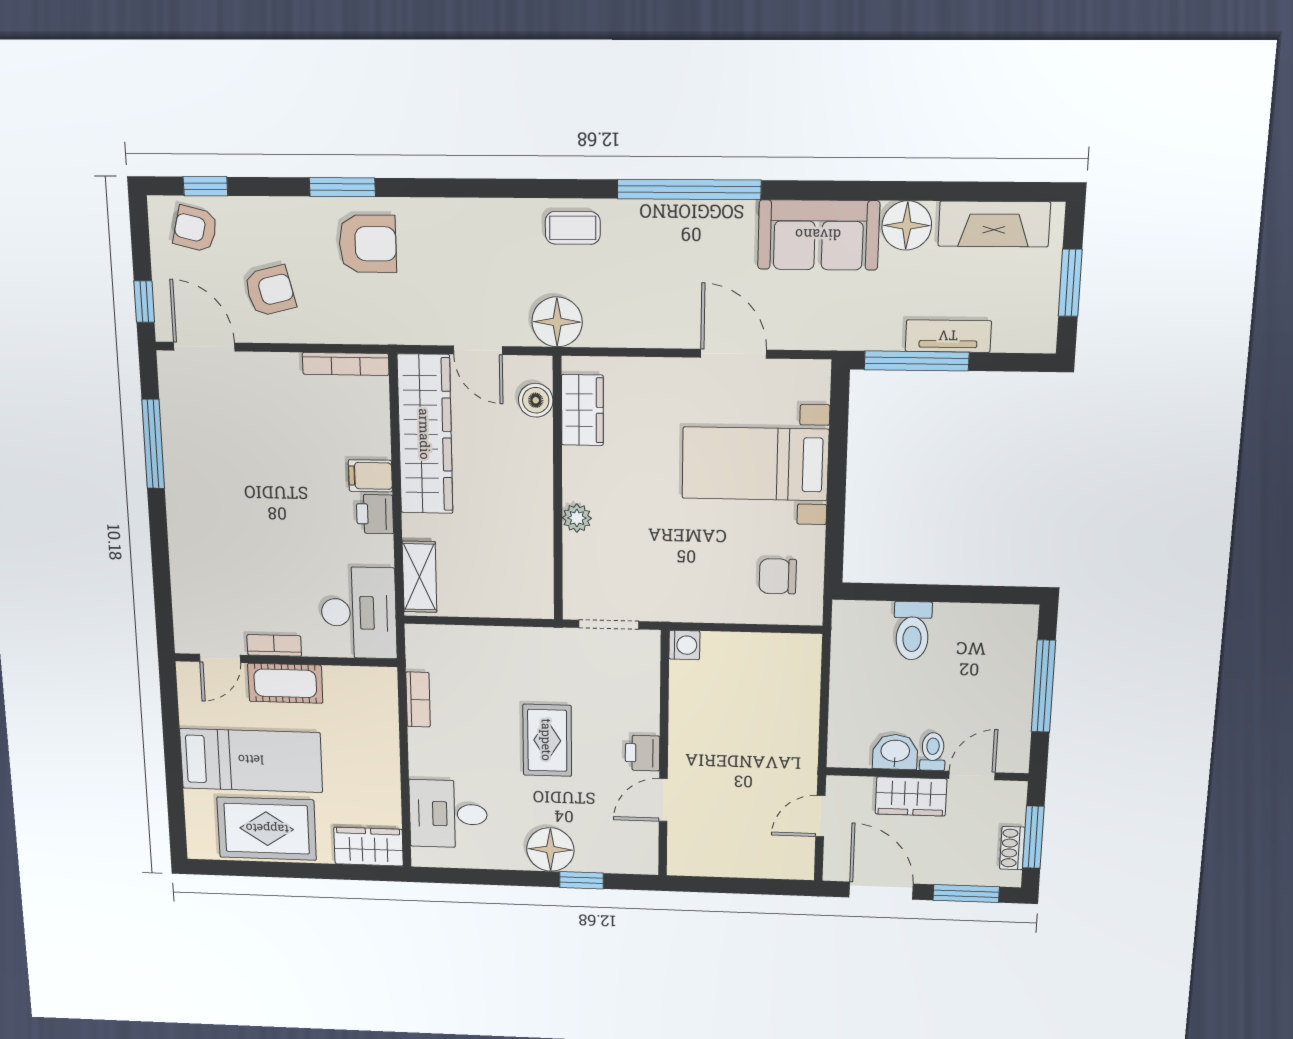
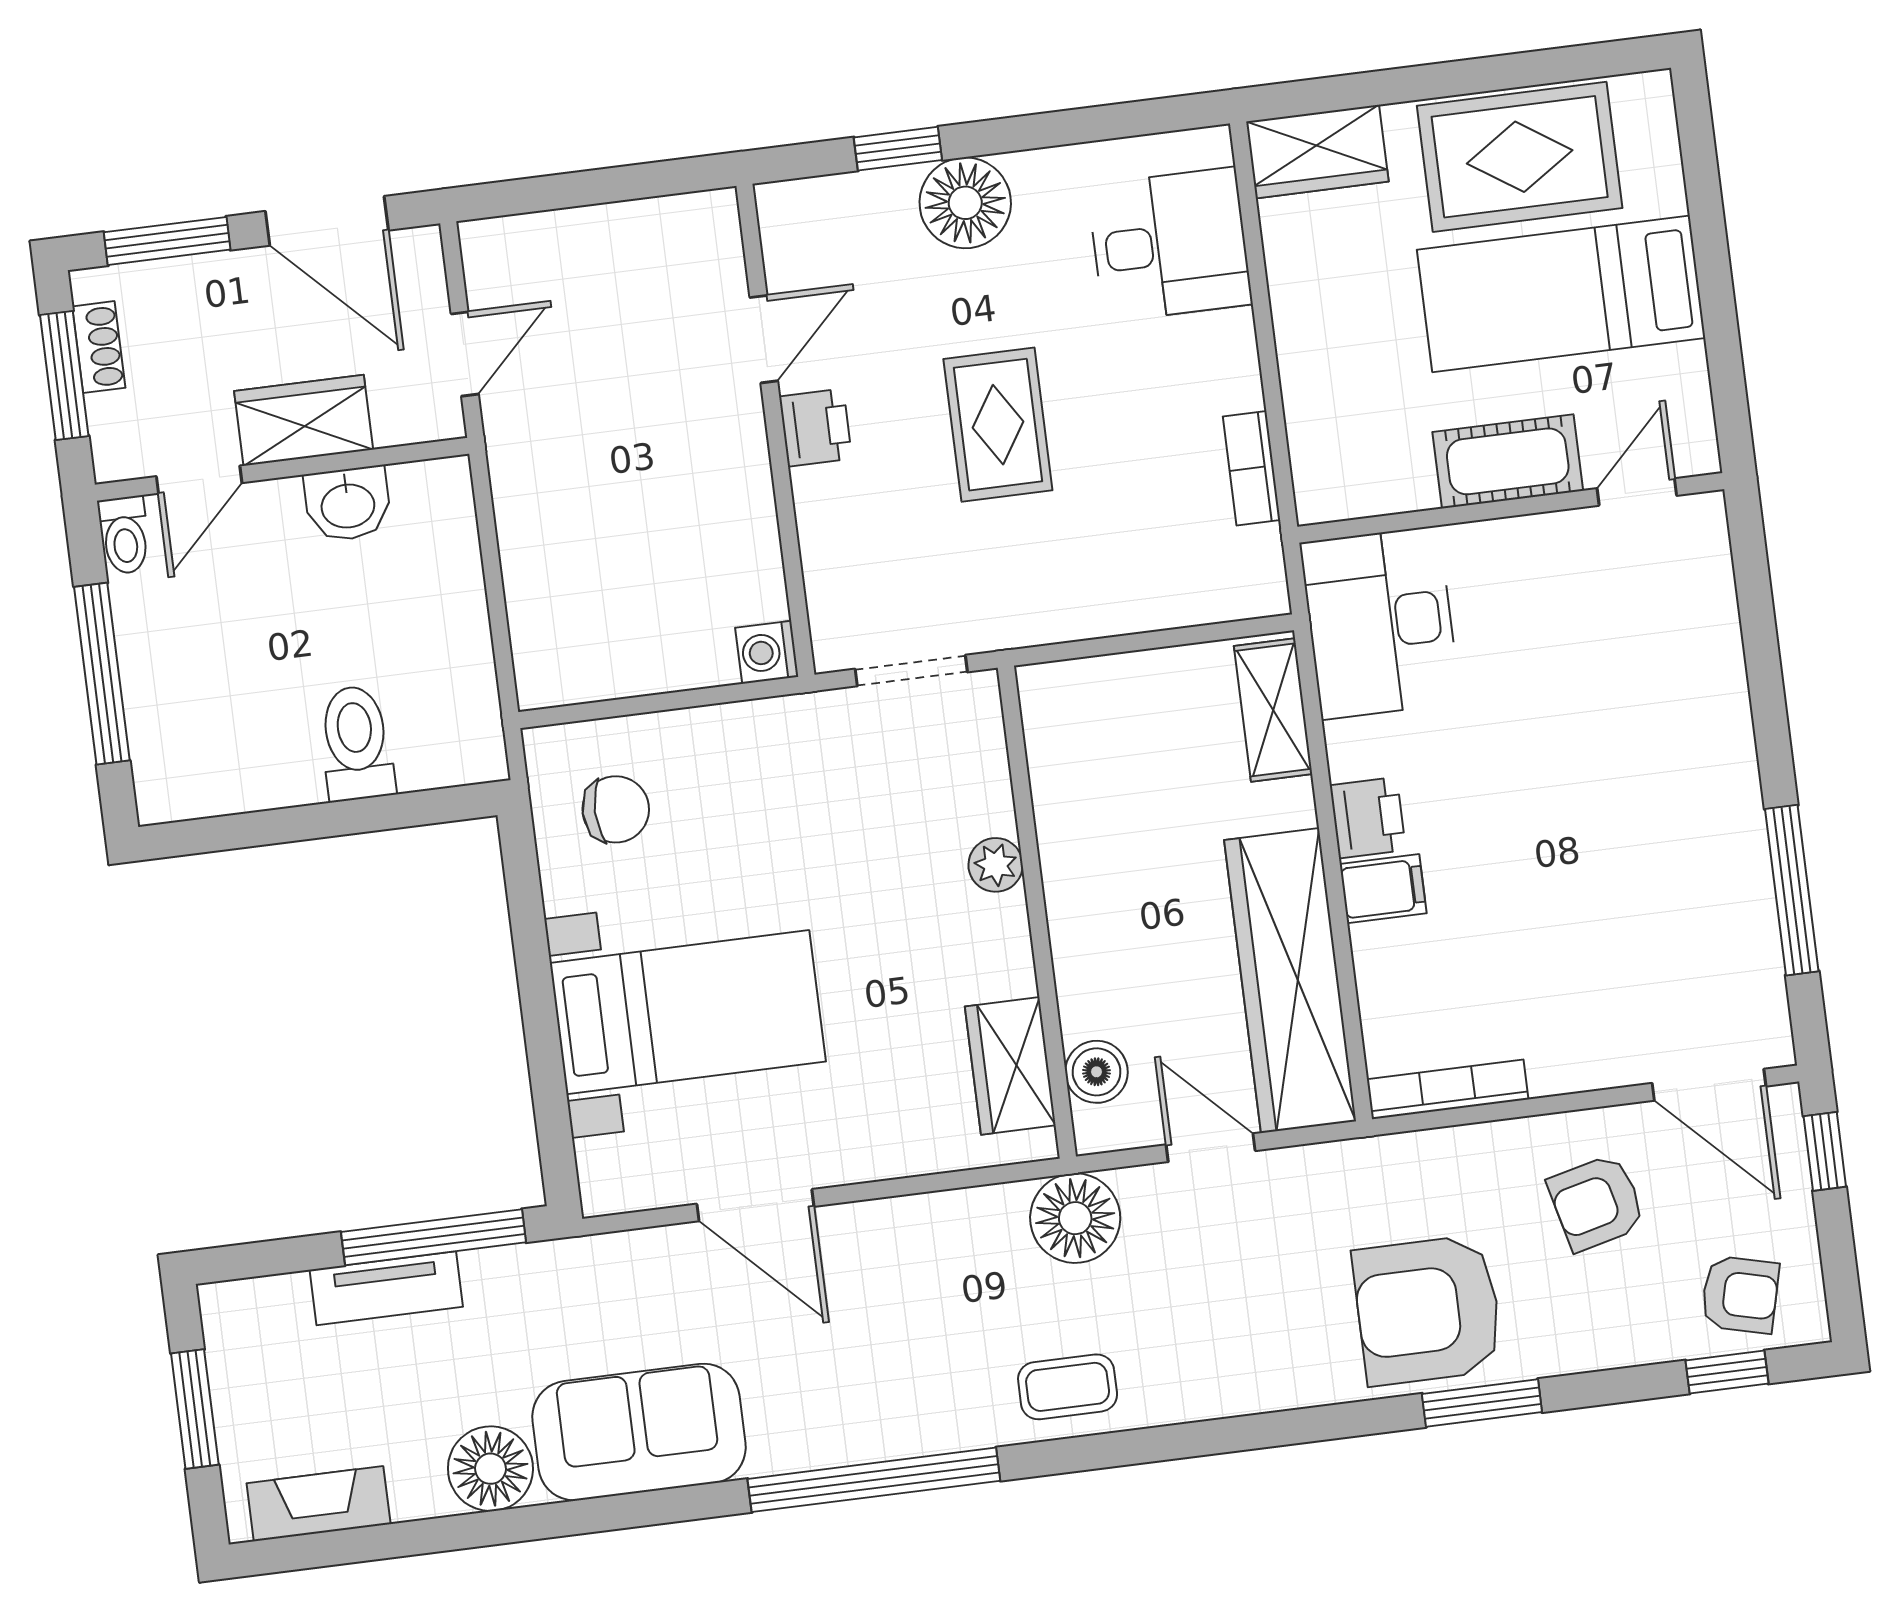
fireplace: (994, 224) -> (319, 1504), width x0.73, depth x0.76
armchair: (368, 244) -> (1428, 1310), width x1.36, depth x1.36
bookcase: (274, 645) -> (1535, 534), removed
toilet: (933, 752) -> (124, 535), moved

